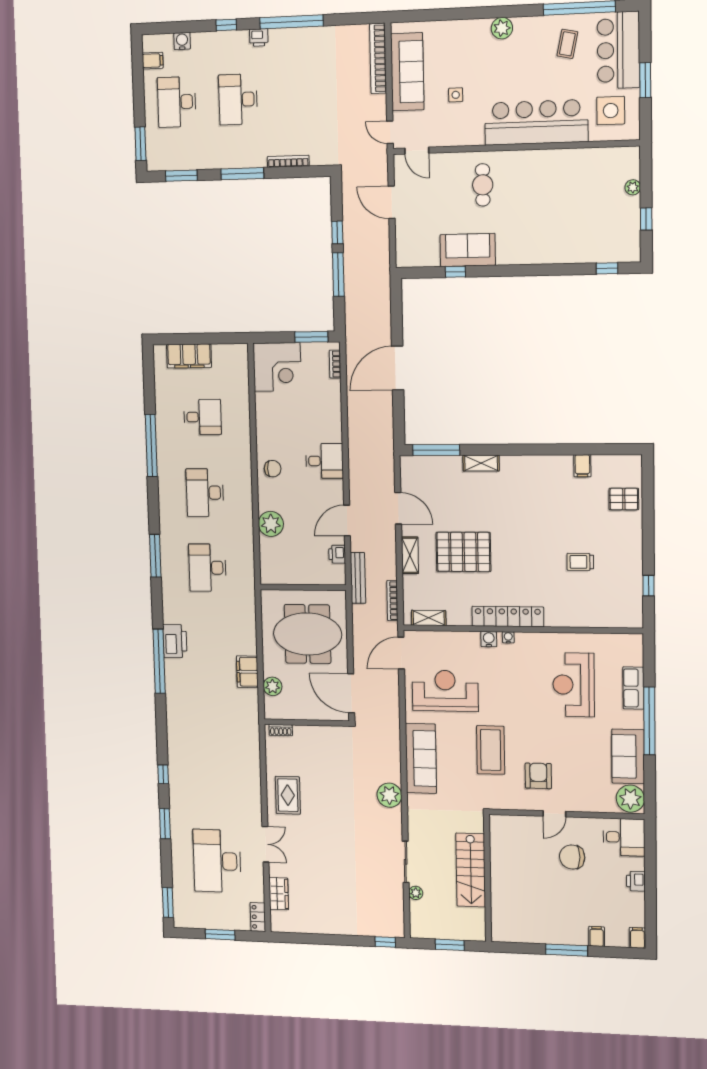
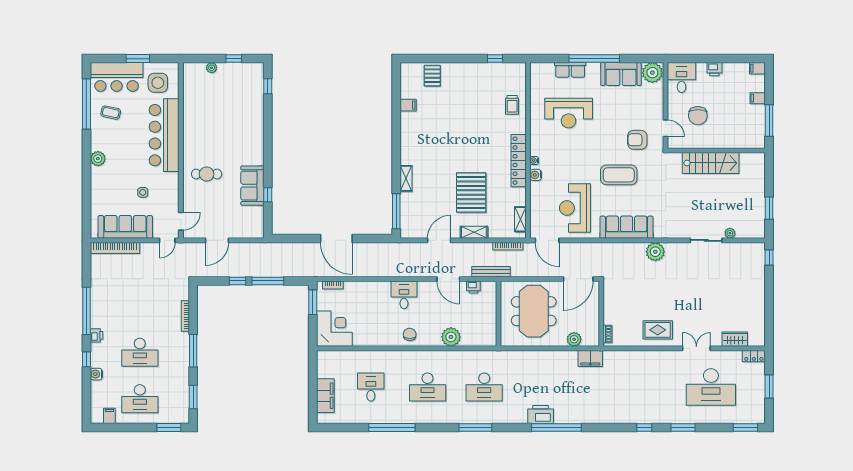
water cooler: (182, 41) -> (96, 374), moved
trolley: (580, 562) -> (512, 105), moved
filing cabinet: (247, 672) -> (590, 358), moved
stairs: (471, 870) -> (711, 163), moved
wall: (488, 878) -> (716, 150), moved

